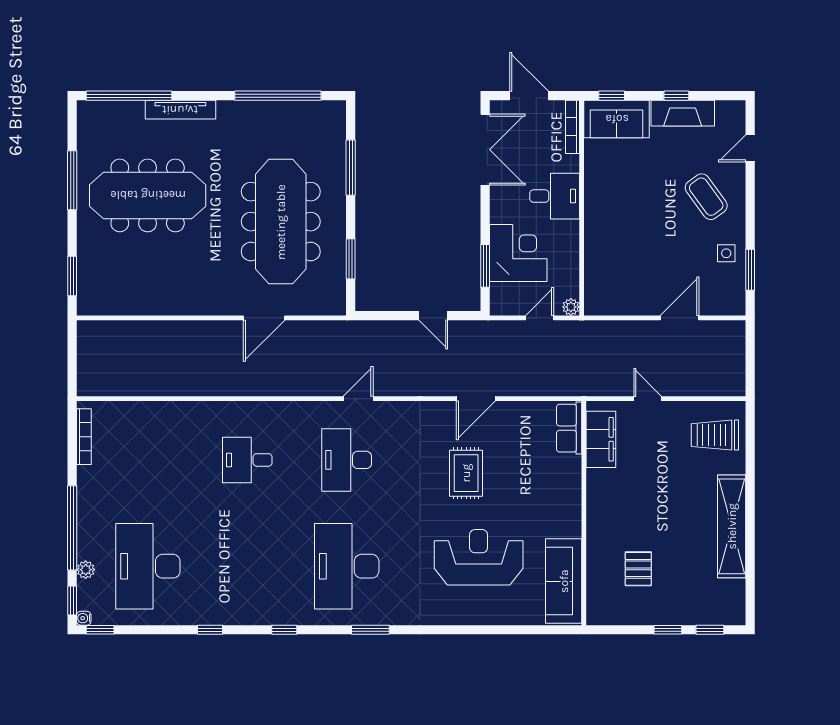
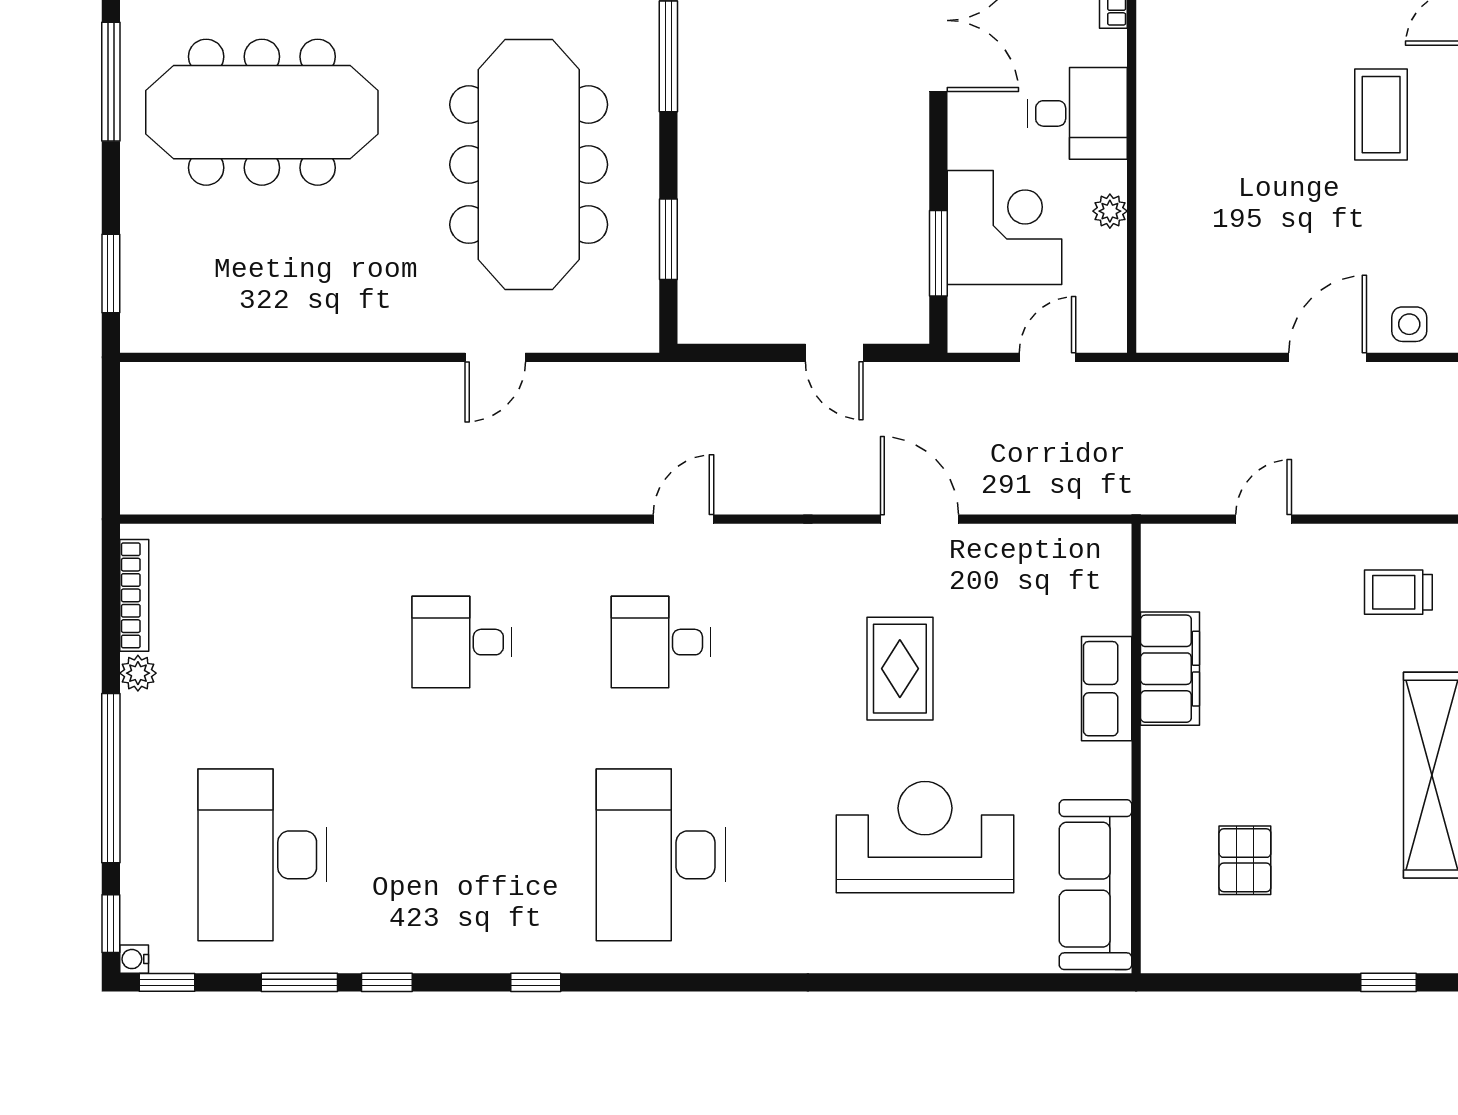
coffee table: (706, 197) -> (1381, 115), turned 36
side table: (726, 253) -> (1409, 324), moved
plant: (571, 307) -> (1110, 211), moved
door: (264, 318) -> (495, 357), width x0.73
door: (476, 399) -> (919, 519), swing flipped
door: (648, 399) -> (1264, 519), hinge flipped
row of seats: (569, 428) -> (1107, 689), moved
trolley: (715, 435) -> (1398, 592), width x0.73, depth x0.72
filing cabinet: (601, 439) -> (1170, 669), moved
desk: (347, 460) -> (661, 642), width x0.73
plant: (86, 570) -> (138, 673), moved
window: (370, 630) -> (299, 982), moved
window: (668, 630) -> (1304, 982), removed

